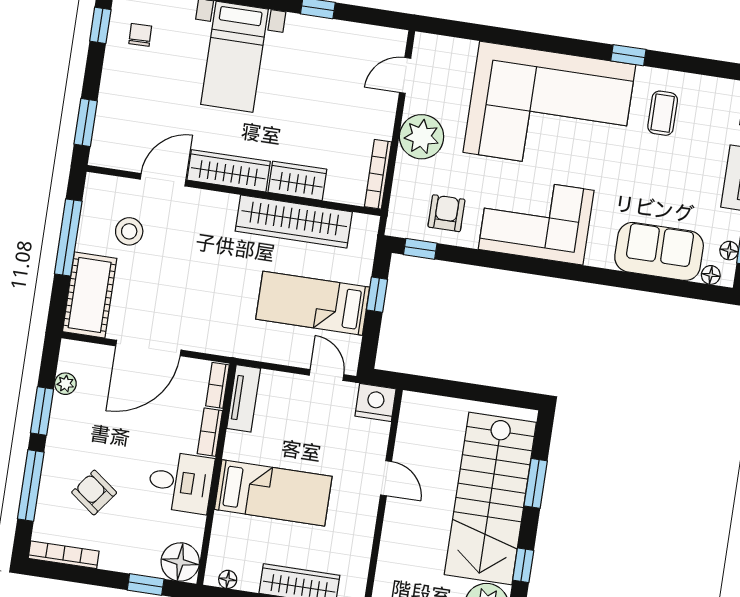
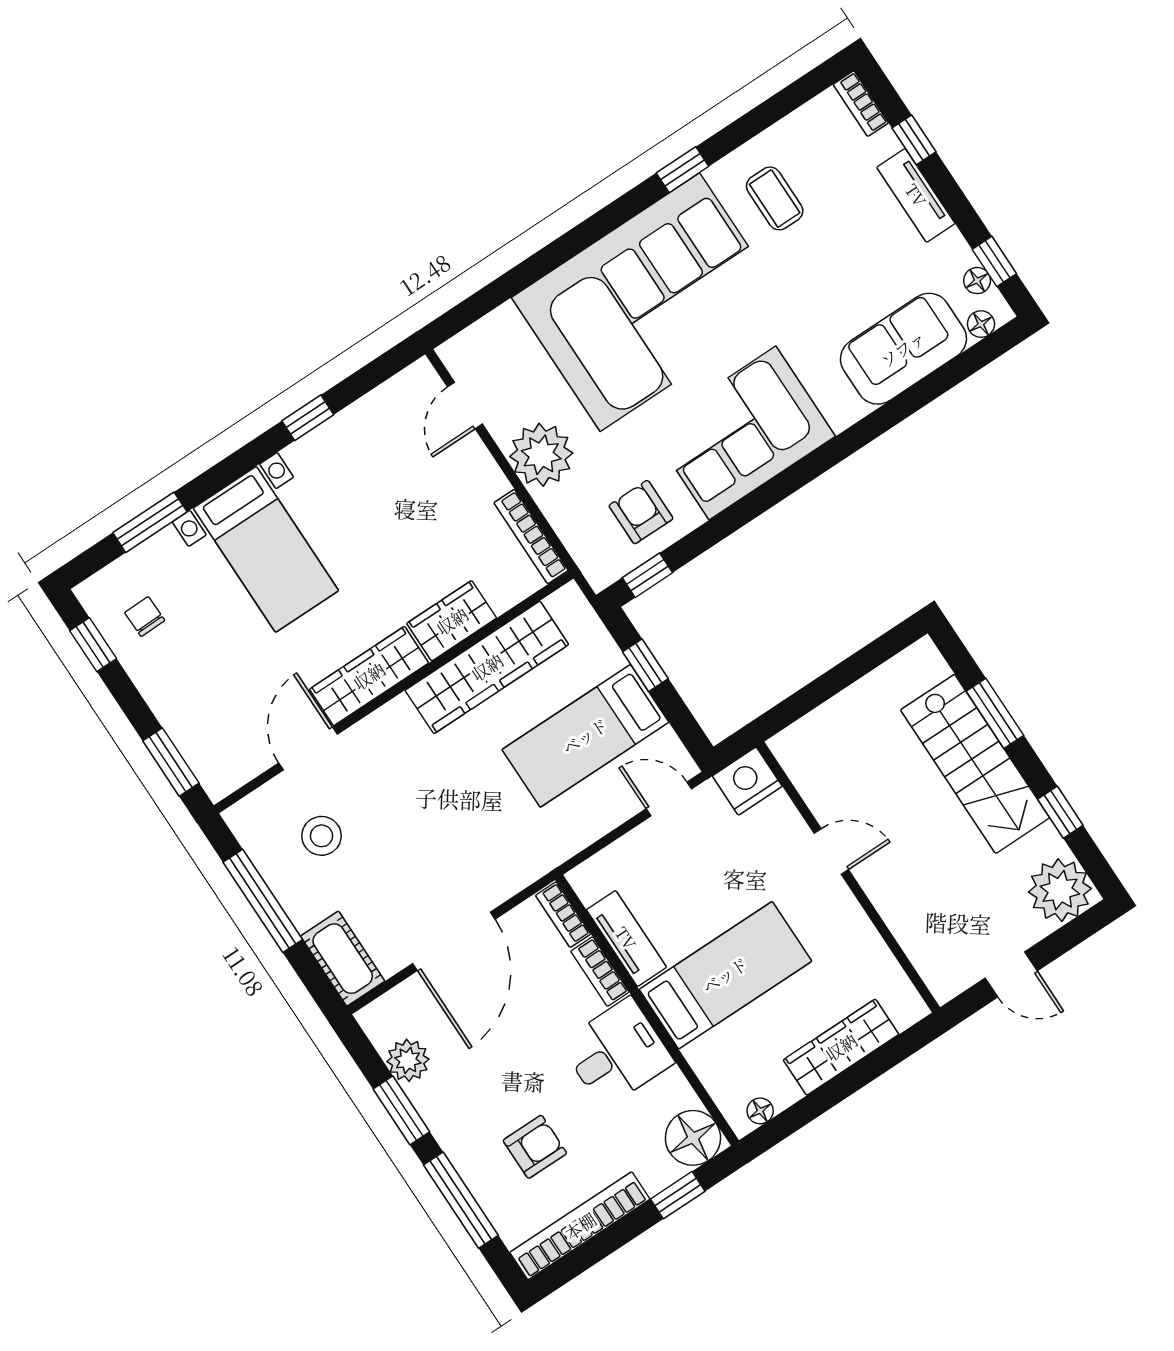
cot: (90, 295) -> (343, 959), width x0.73, depth x0.75
plant: (65, 384) -> (408, 1060), width x1.38, depth x1.38
tv unit: (244, 398) -> (626, 938), moved
armchair: (94, 493) -> (535, 1147), turned 143
stairs: (490, 498) -> (975, 764), width x0.73, depth x0.66
bookcase: (64, 555) -> (580, 1226), width x1.48, depth x1.31

